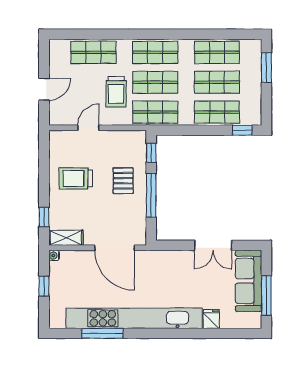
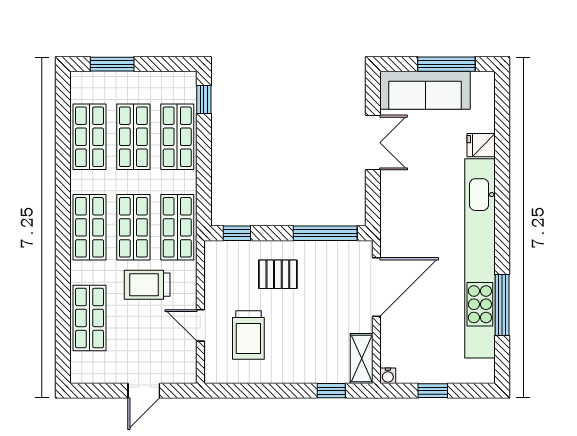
door: (44, 89) -> (144, 391), swing flipped
trolley: (116, 92) -> (147, 285), turned 180
trolley: (76, 178) -> (248, 335), moved
window: (151, 195) -> (325, 233), moved

